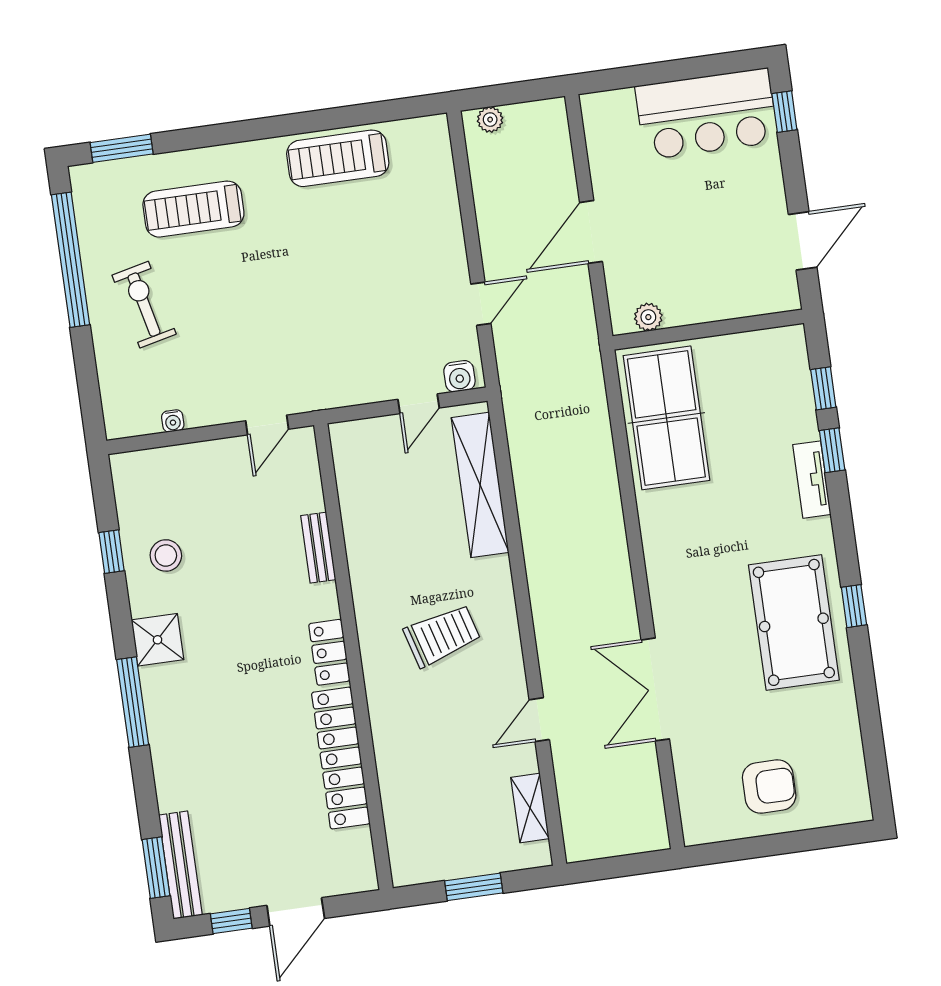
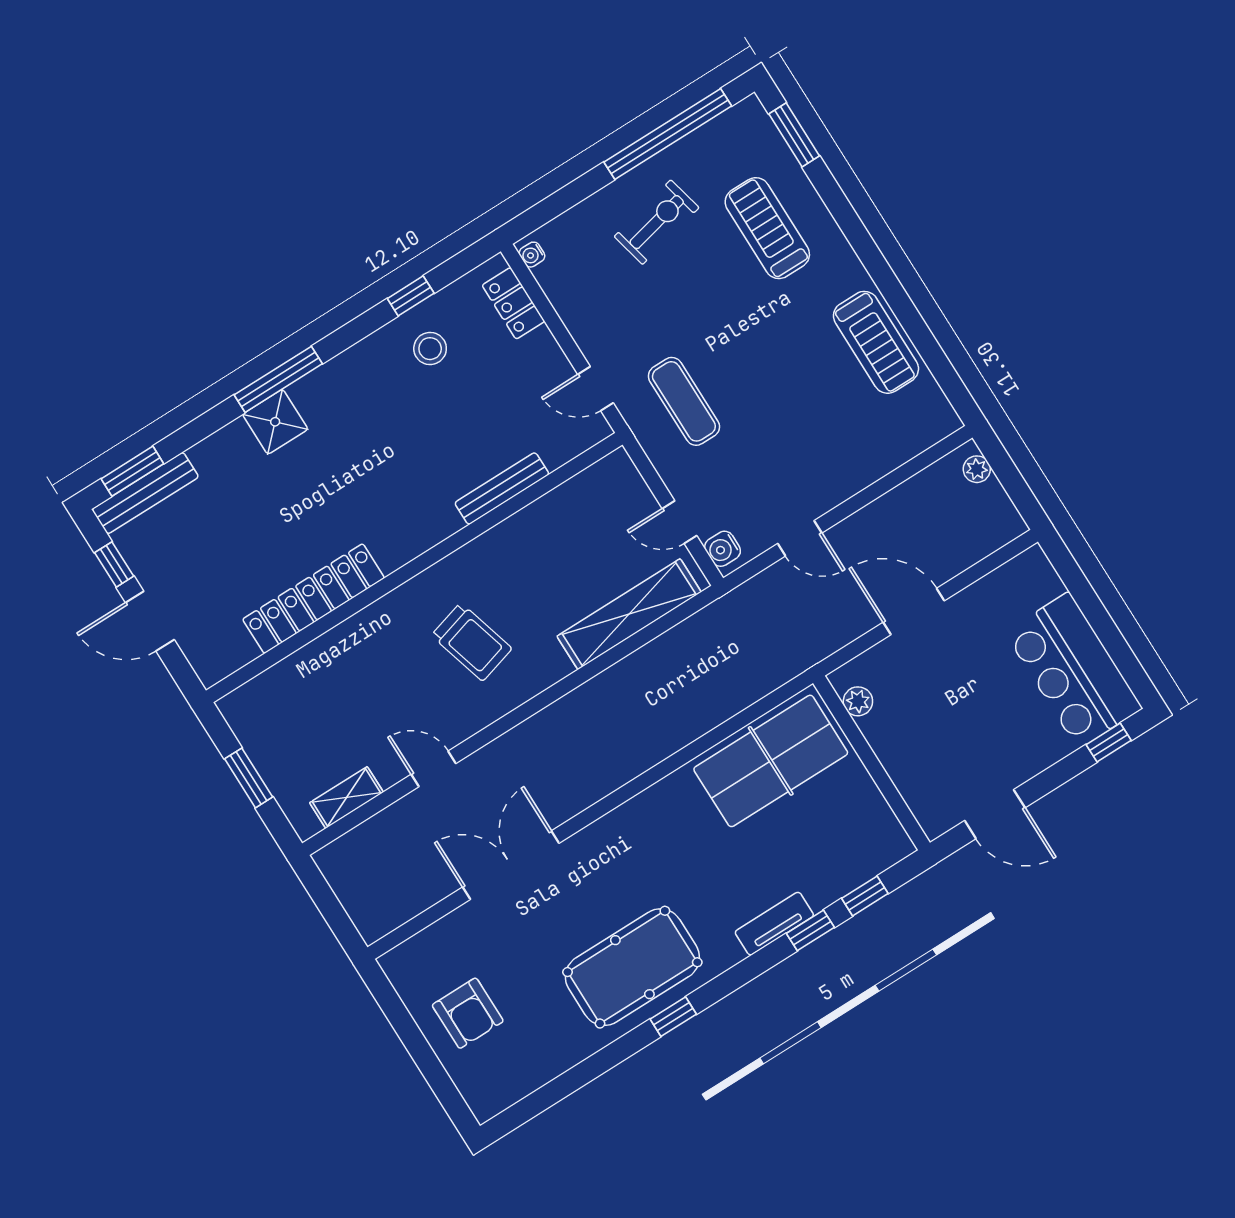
treadmill: (338, 158) -> (876, 342), turned 180
exercise mat: (314, 352) -> (684, 401), added
water cooler: (173, 421) -> (532, 255), moved
bench: (318, 548) -> (502, 488), width x1.36
shower: (158, 640) -> (275, 422), moved
locker: (329, 652) -> (513, 303), moved, turned -90

